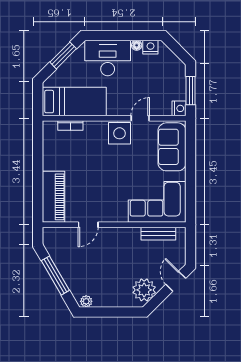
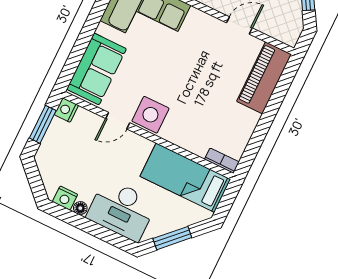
bookcase: (70, 125) -> (222, 161), moved

